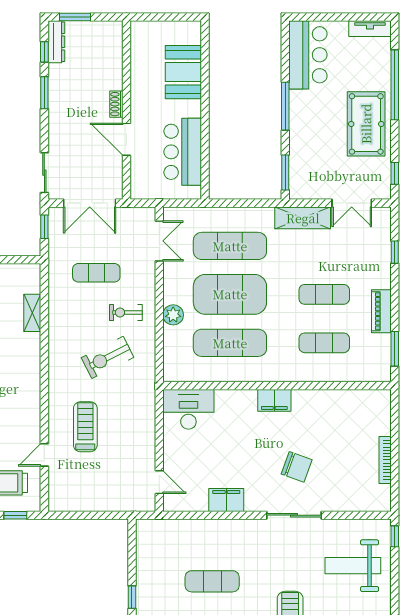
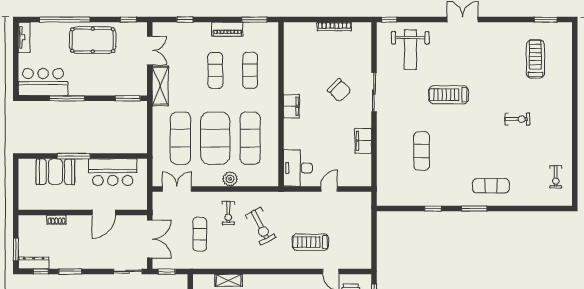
window: (205, 97) -> (74, 156), added
shoe rack: (116, 104) -> (56, 220), moved
window: (285, 106) -> (67, 98), moved
chair: (297, 467) -> (339, 90), turned 115
door: (159, 482) -> (329, 189), moved

